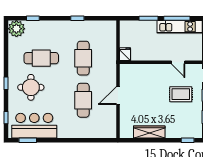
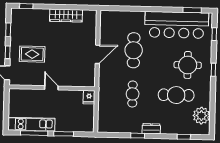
dresser: (64, 25) -> (151, 129), added
plant: (16, 29) -> (201, 116), moved
cafe table: (83, 58) -> (133, 94), width x0.73, depth x0.74
door: (178, 62) -> (51, 88), moved
bar counter: (34, 126) -> (177, 25), width x1.36

